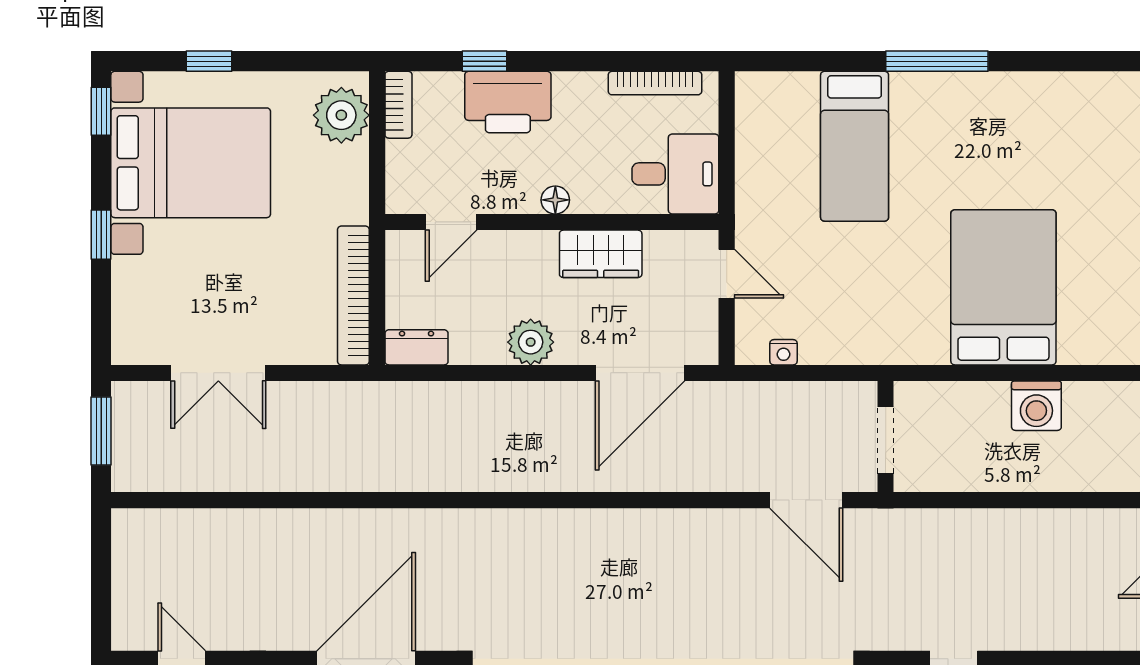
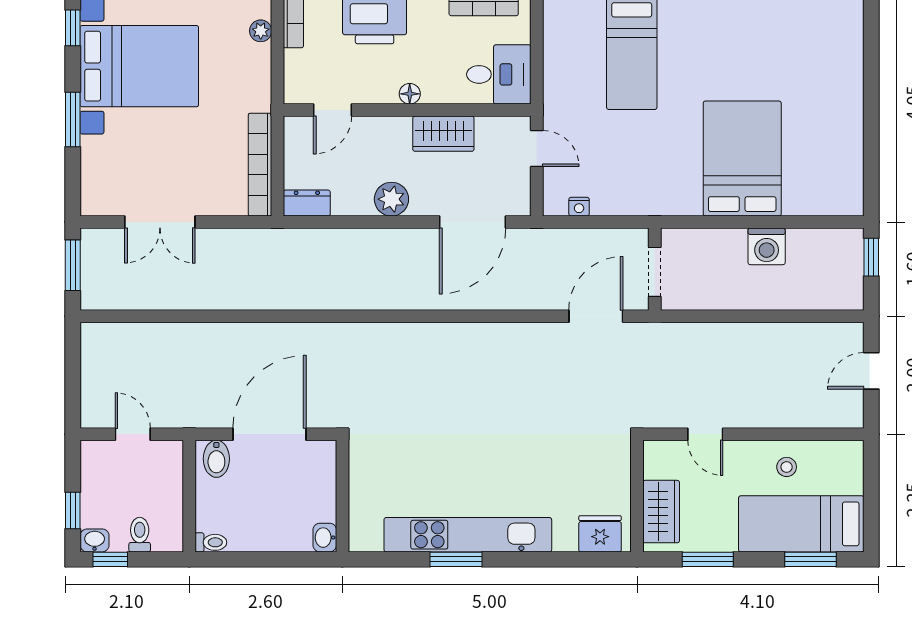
plant: (341, 115) -> (261, 31), width x0.53, depth x0.53
window: (101, 235) -> (73, 119), width x1.50
door: (806, 500) -> (596, 316), swing flipped

